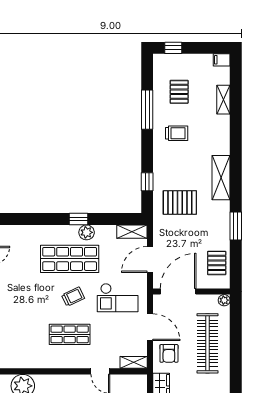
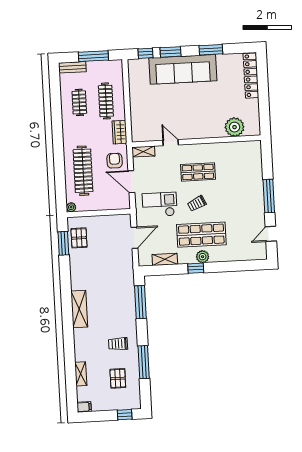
window: (147, 182) -> (140, 302), width x2.17
pallet: (180, 202) -> (112, 287), removed
window: (236, 226) -> (63, 243), moved
plant: (87, 232) -> (203, 257), moved
shelving: (132, 232) -> (165, 259), moved
door: (178, 292) -> (110, 212), removed

